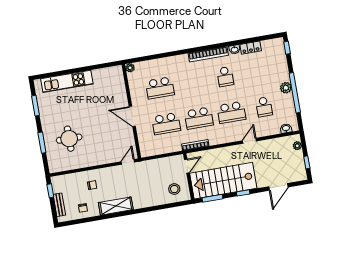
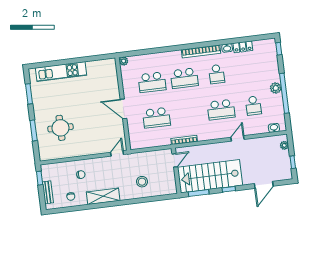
school desk: (199, 118) -> (184, 78), moved
stool: (174, 189) -> (142, 182), moved

